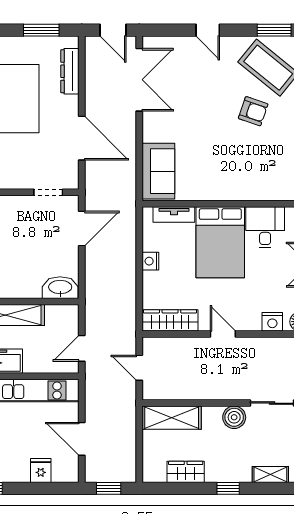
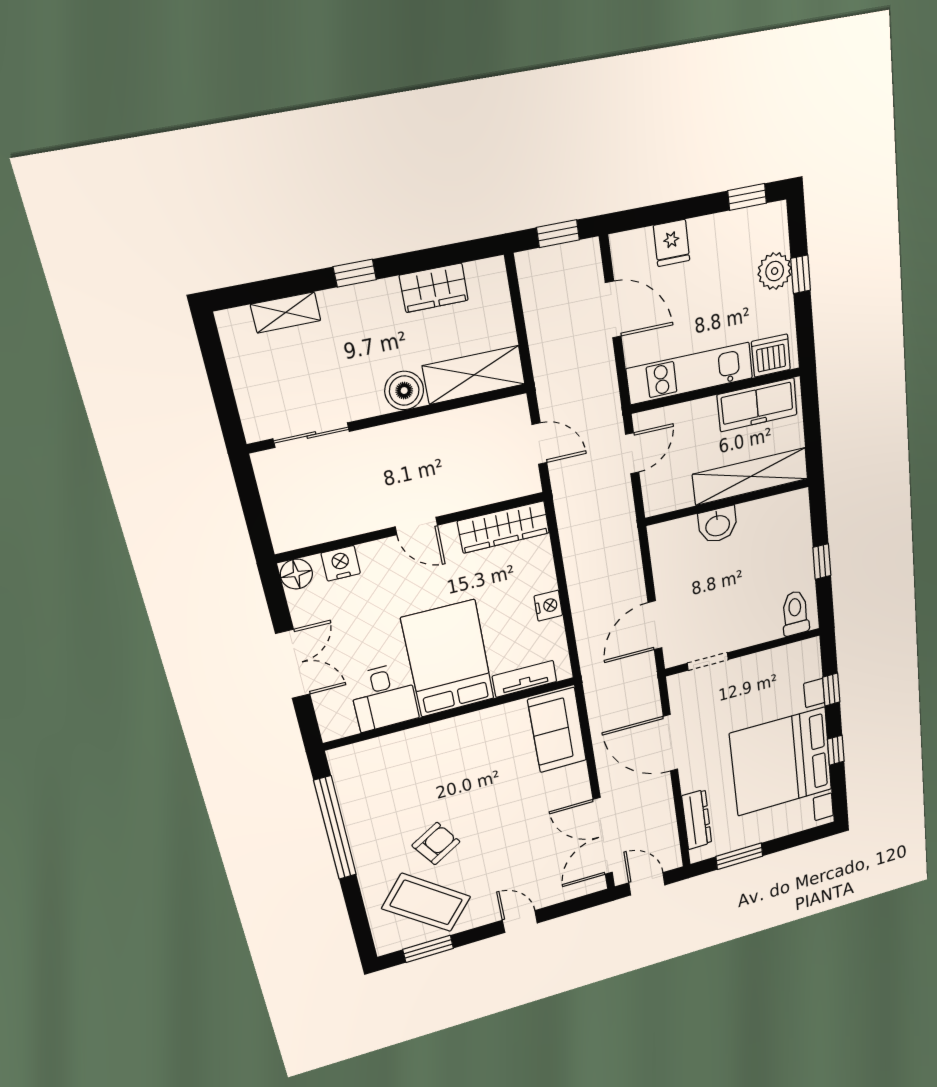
armchair: (253, 111) -> (436, 844), turned 129
washbasin: (60, 288) -> (718, 525), moved, width x0.72
boiler: (234, 417) -> (404, 391), moved

